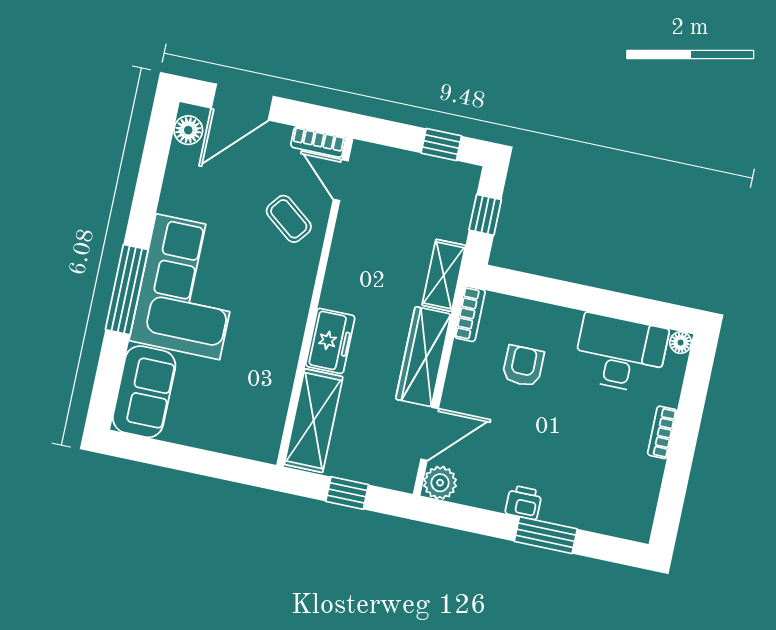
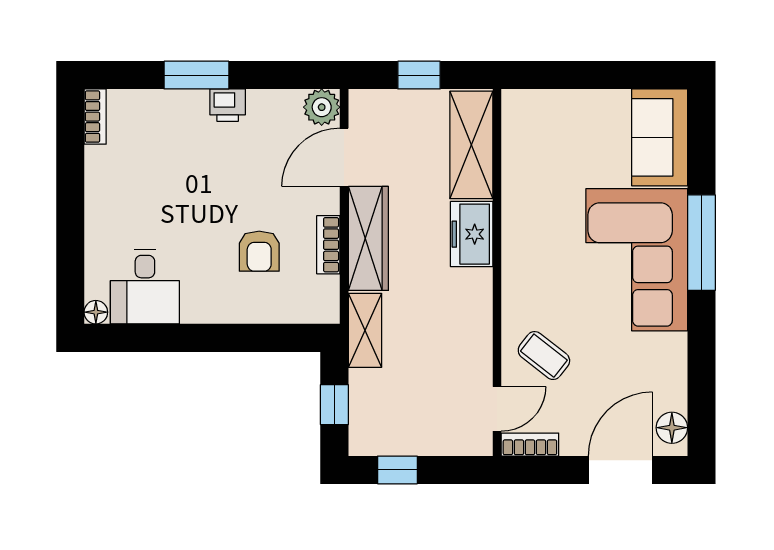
door: (341, 180) -> (497, 409), hinge flipped
bookcase: (470, 314) -> (328, 245), moved
desk: (620, 354) -> (145, 287), width x0.73
bookcase: (662, 432) -> (95, 117), moved

